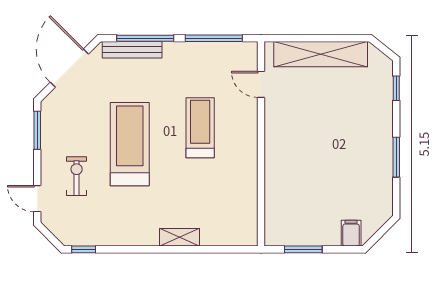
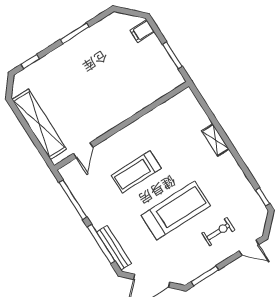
treadmill: (130, 144) -> (176, 211), turned 180
exercise bike: (77, 176) -> (218, 232), turned 180
door: (37, 199) -> (249, 248), hinge flipped

